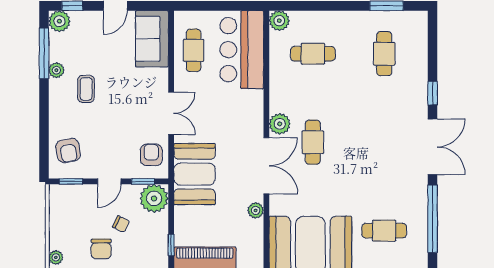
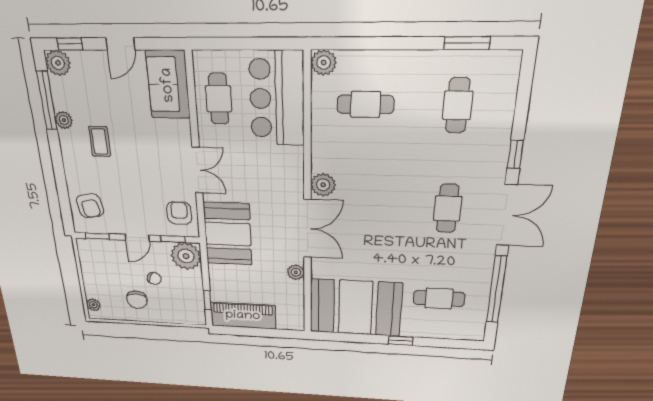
cafe table: (313, 142) -> (448, 208), moved

